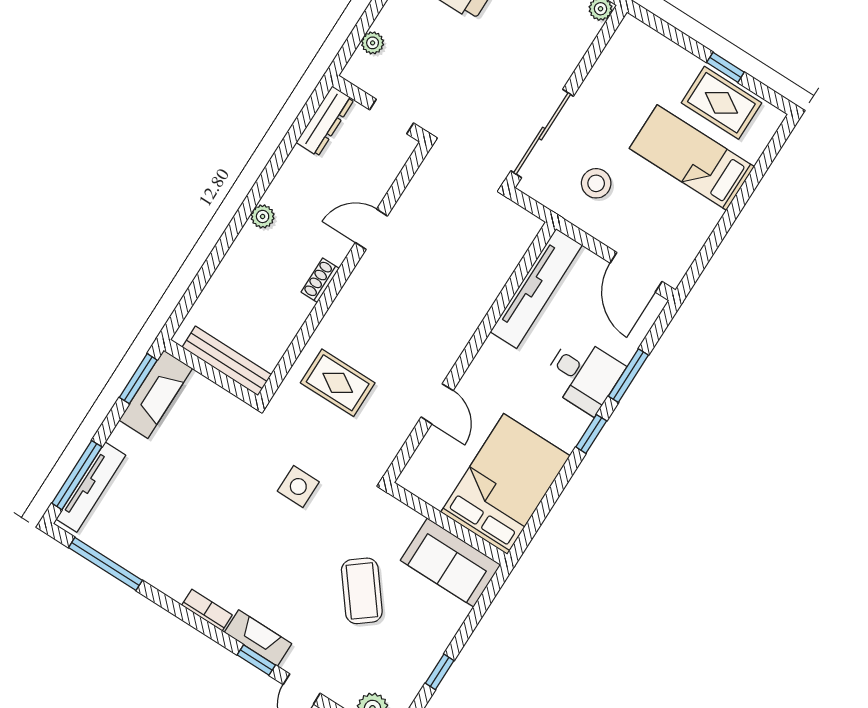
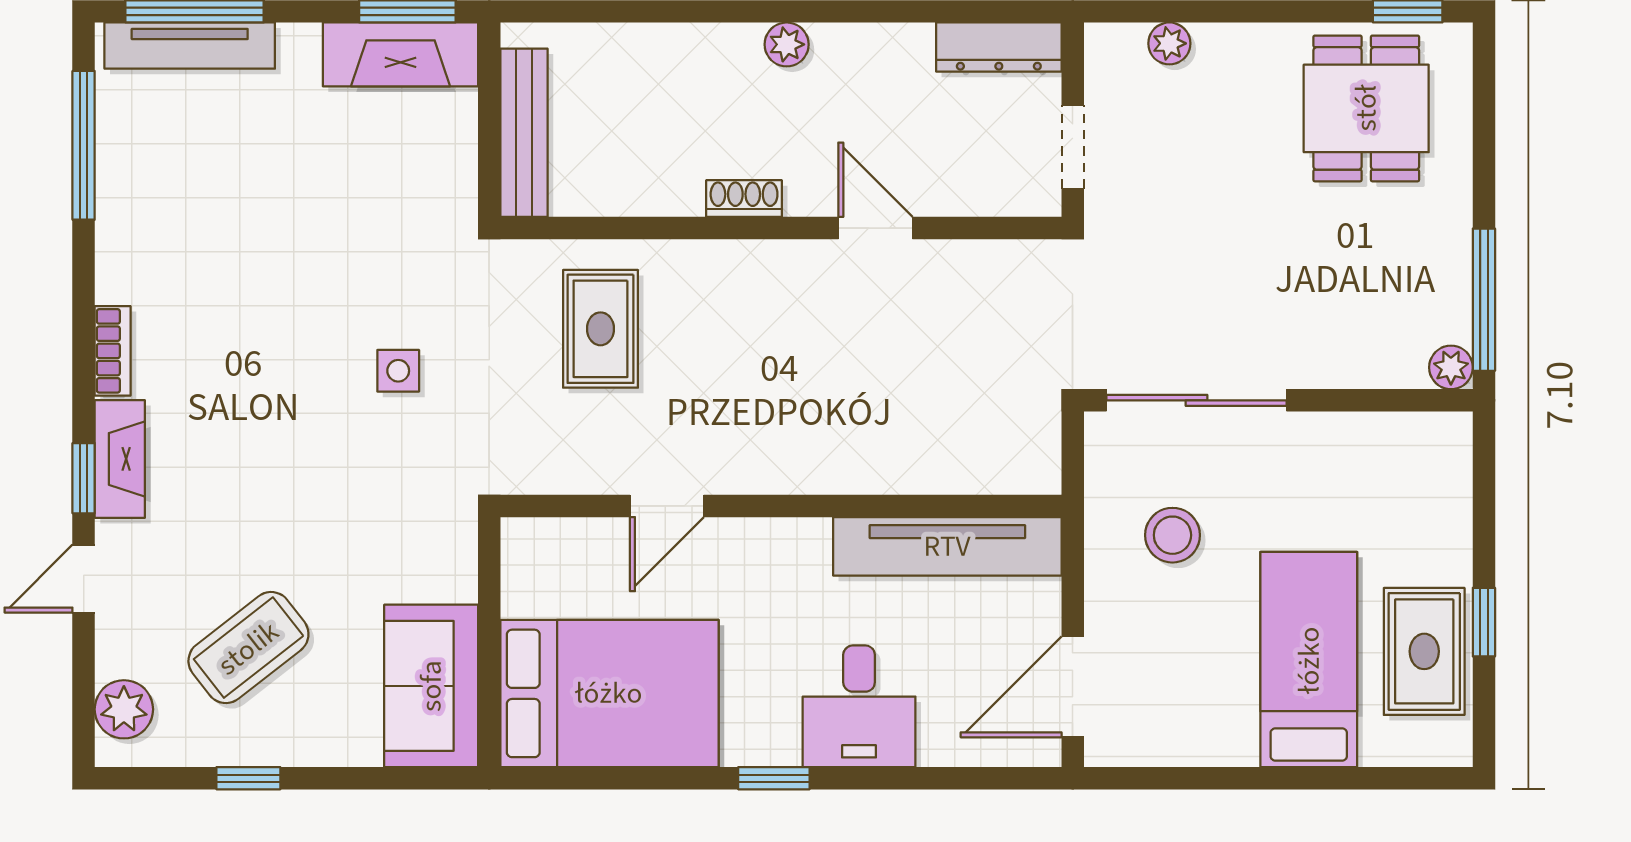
window: (628, 376) -> (903, 778), removed
side table: (298, 487) -> (398, 371), width x0.73, depth x0.73
coffee table: (362, 591) -> (248, 648), moved

